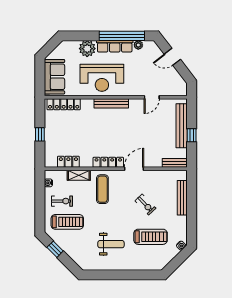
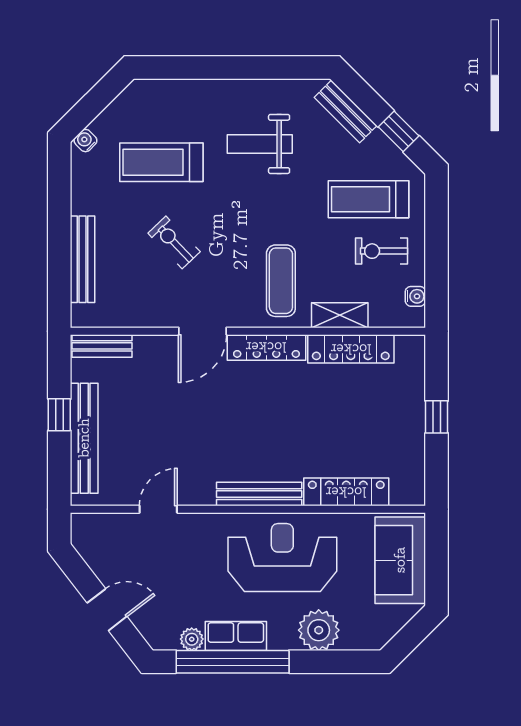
row of seats: (115, 46) -> (236, 636), width x0.68
locker: (64, 104) -> (346, 492), moved
locker: (68, 162) -> (351, 349), width x1.53
bench: (76, 257) -> (346, 111), added

